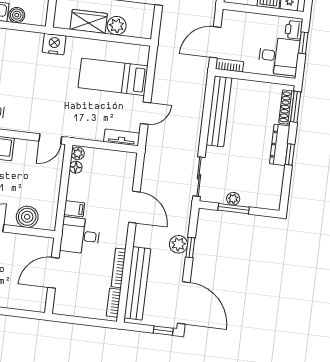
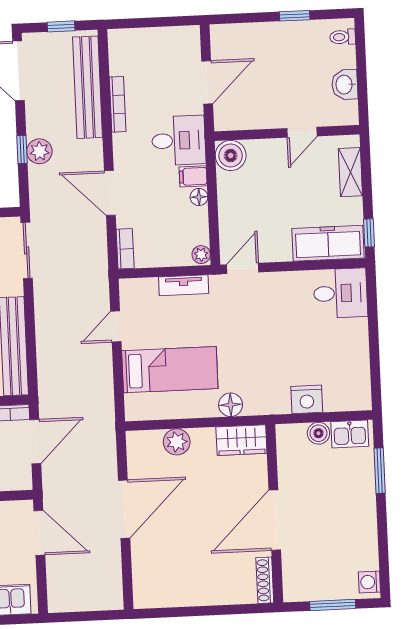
wardrobe: (89, 21) -> (241, 440), moved
nightstand: (54, 44) -> (307, 399), moved
floor lamp: (75, 45) -> (231, 405), added
tv unit: (122, 137) -> (184, 285), moved
floor lamp: (76, 167) -> (199, 197), moved
boiler: (27, 217) -> (231, 155), moved
bookcase: (114, 303) -> (125, 249), moved
window: (163, 331) -> (61, 26), moved

